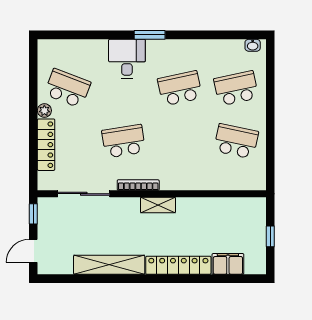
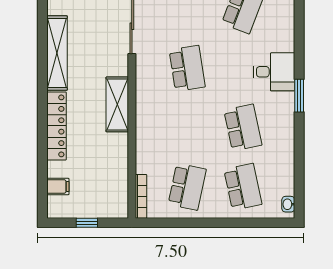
bookcase: (138, 185) -> (141, 196), moved
shelving: (158, 205) -> (117, 104), width x1.50, depth x1.33
filing cabinet: (228, 264) -> (58, 186), width x0.50

